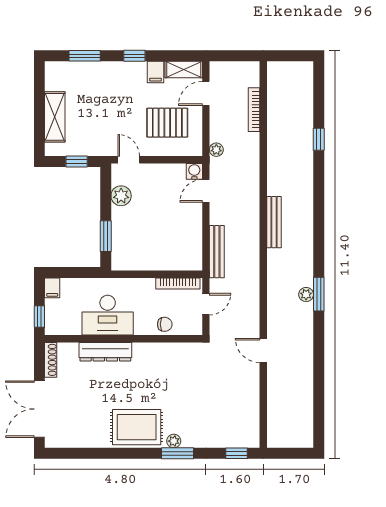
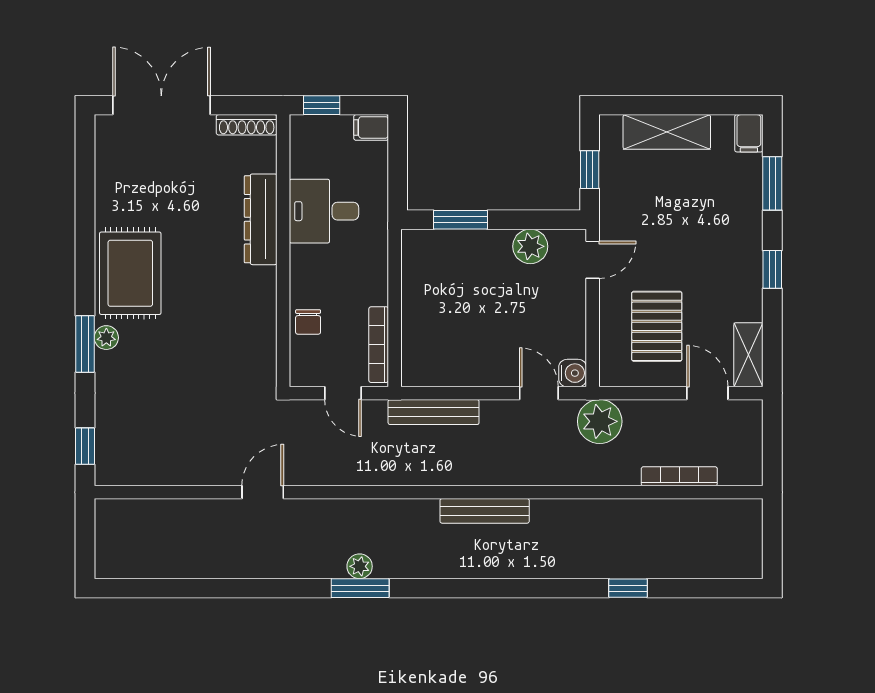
filing cabinet: (155, 72) -> (749, 133), moved, turned -90
plant: (216, 150) -> (600, 421), width x1.88, depth x1.88
desk: (108, 315) -> (324, 211), width x0.73

